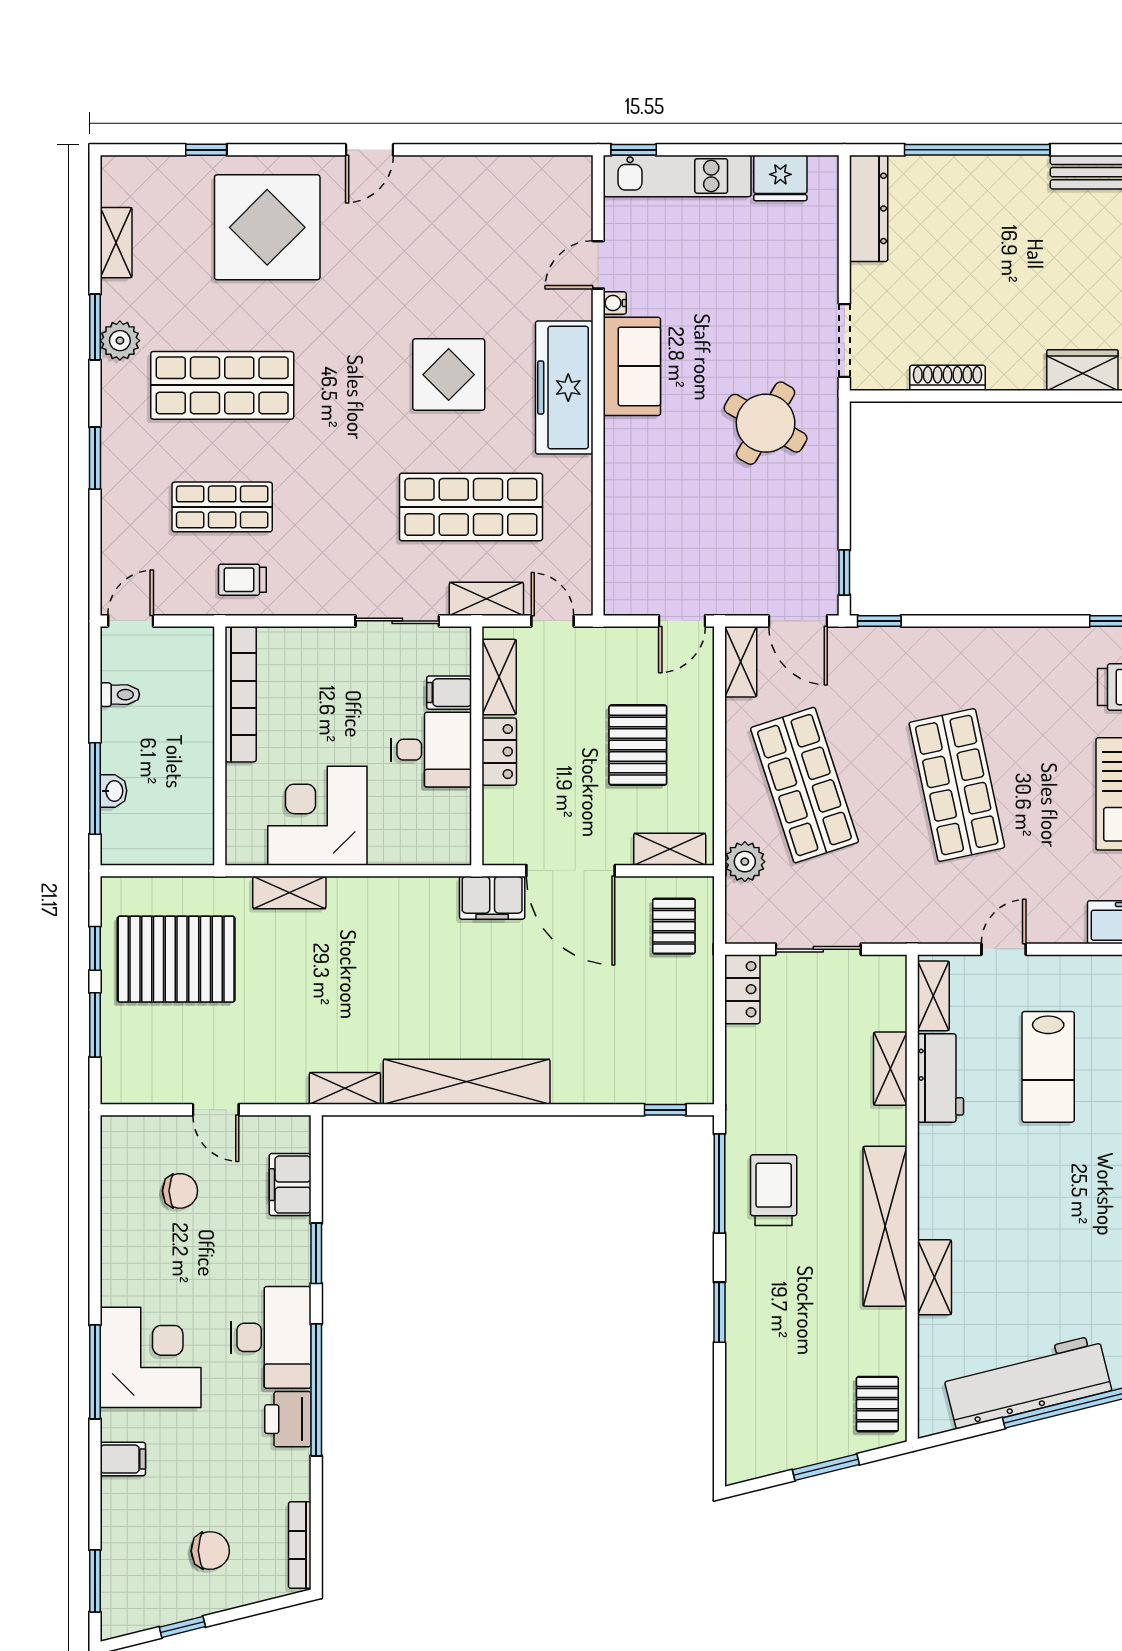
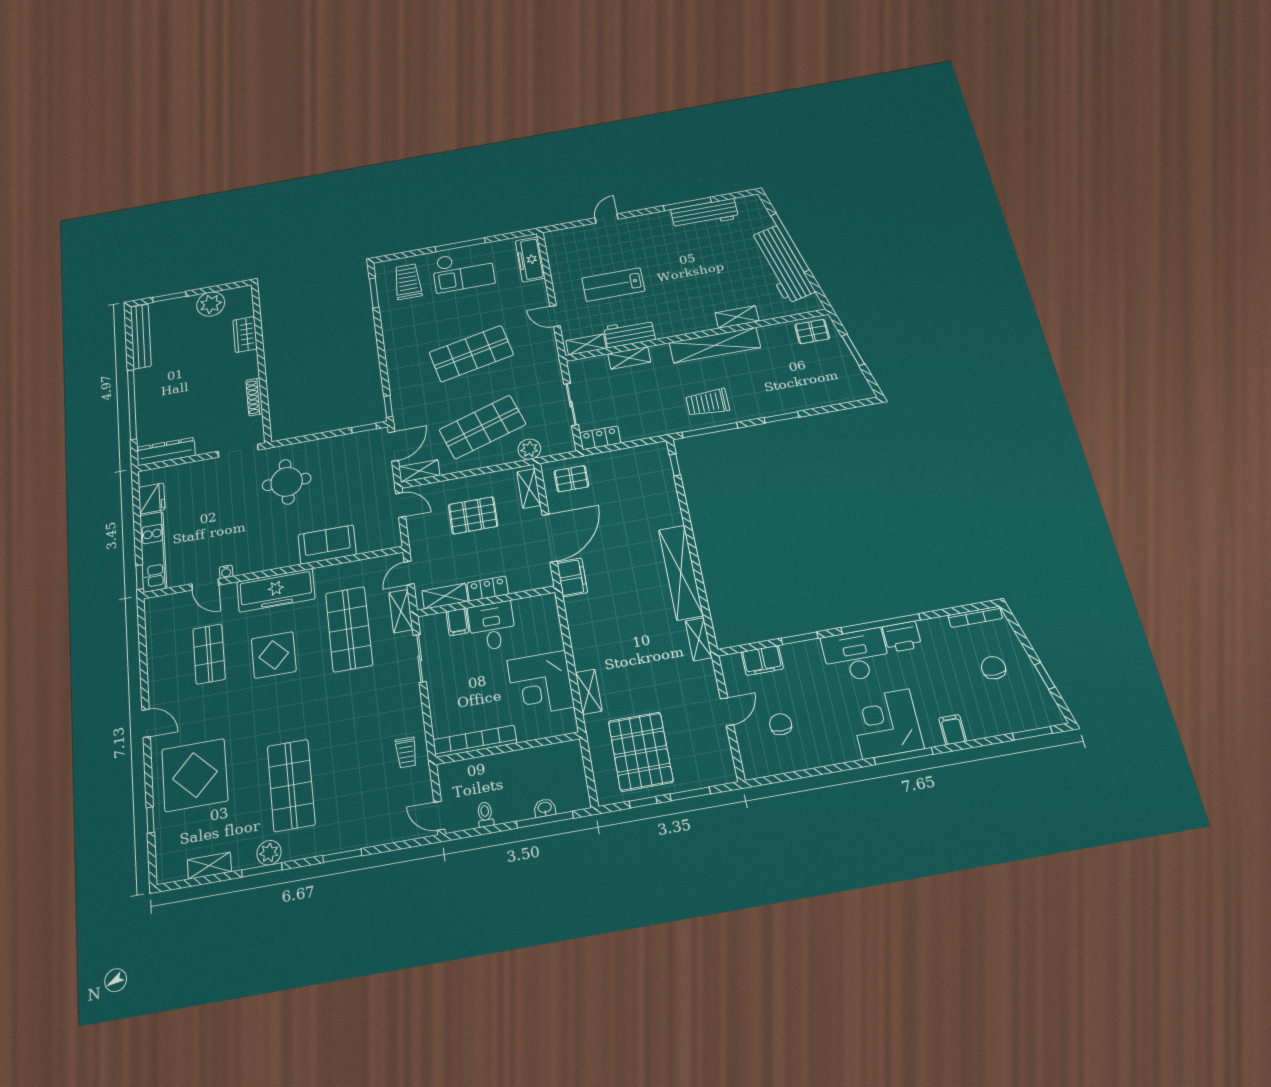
sofa: (632, 366) -> (327, 545), moved
round table: (766, 423) -> (287, 482), turned -30
shop shelf: (222, 507) -> (209, 654), moved
lab bench: (1048, 1067) -> (613, 285), turned 180

